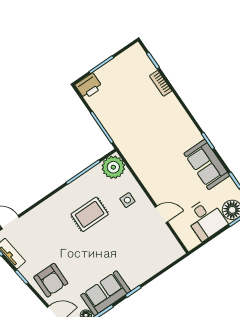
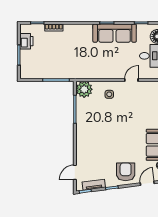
printer: (89, 86) -> (26, 41), moved
sofa: (207, 164) -> (115, 33), width x1.36
rug: (90, 214) -> (102, 122), removed
armchair: (51, 280) -> (126, 172), turned -90

